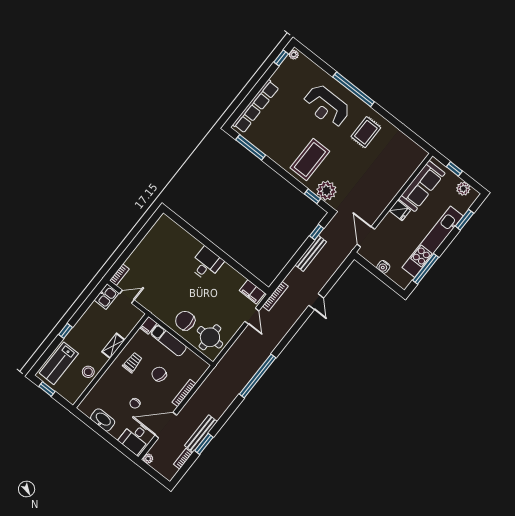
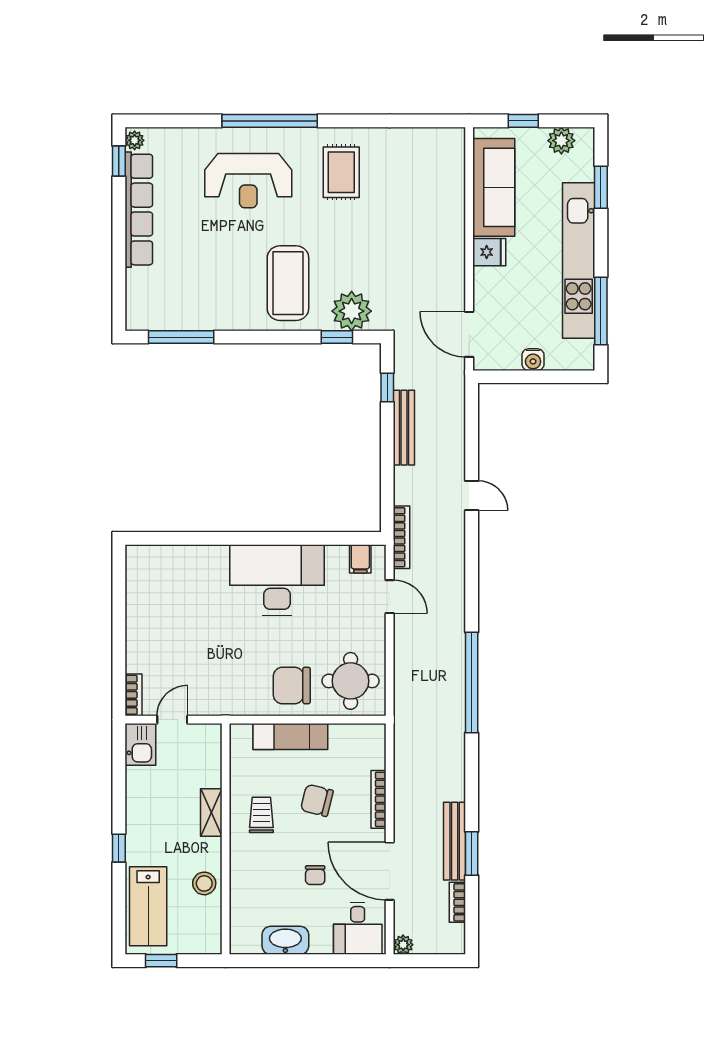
row of seats: (256, 106) -> (139, 210), moved
desk: (206, 264) -> (277, 580), width x1.87, depth x1.30
filing cabinet: (252, 292) -> (360, 559), width x0.50
filing cabinet: (148, 325) -> (240, 738), removed
door: (166, 425) -> (390, 871), hinge flipped

